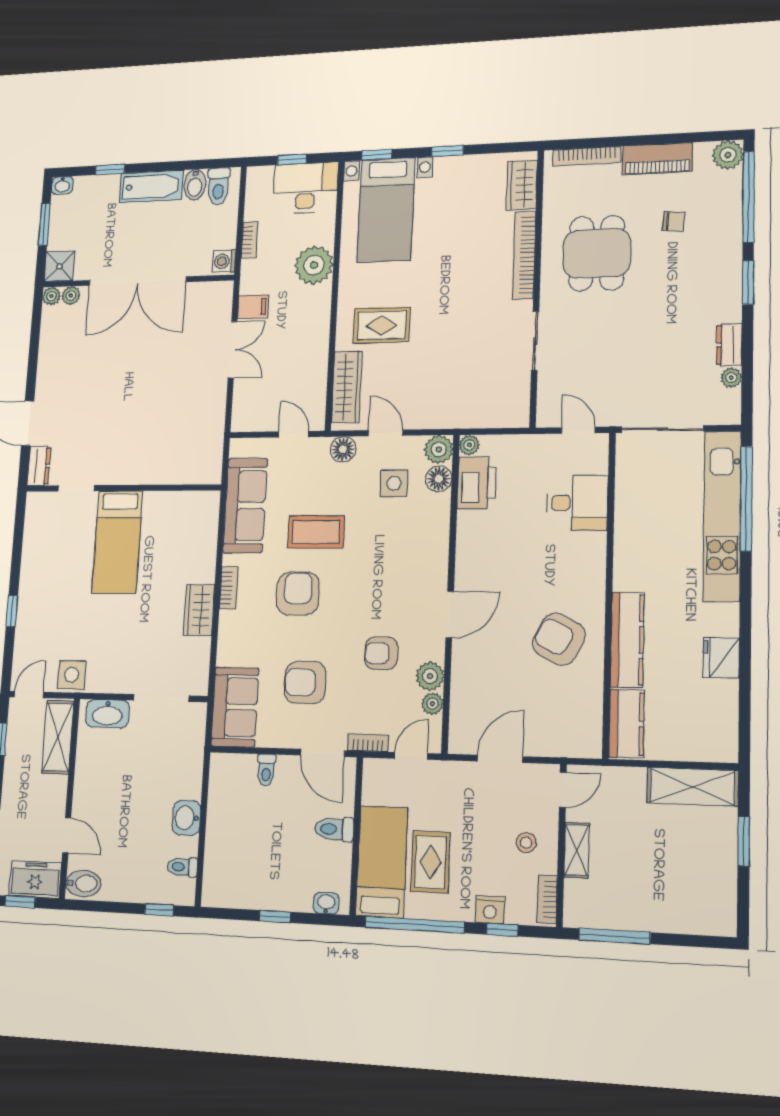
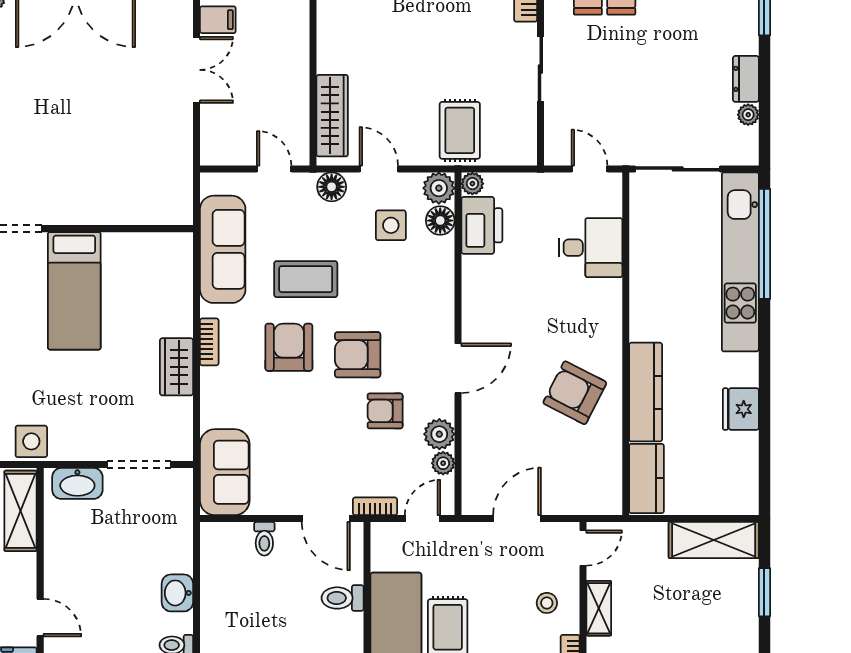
rug: (382, 325) -> (460, 130), moved, turned 90
armchair: (305, 682) -> (358, 355), moved

